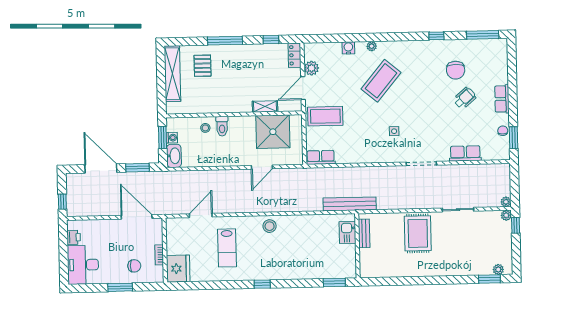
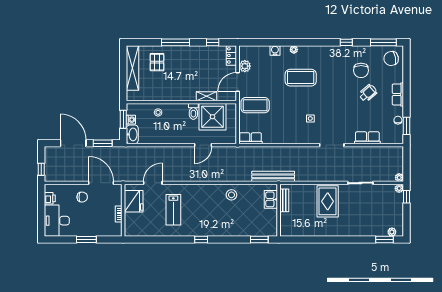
chair: (493, 55) -> (391, 58), added
coffee table: (381, 81) -> (301, 78), turned 50
toilet: (222, 126) -> (193, 111), moved
stool: (270, 226) -> (231, 195), moved
chair: (134, 266) -> (82, 197), moved
fridge: (178, 269) -> (134, 201), moved

